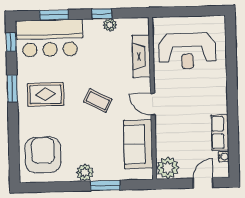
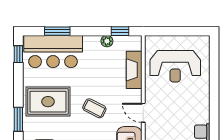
window: (102, 14) -> (120, 31), moved
window: (12, 88) -> (18, 119), moved
rug: (46, 94) -> (48, 102), width x1.36, depth x1.43

